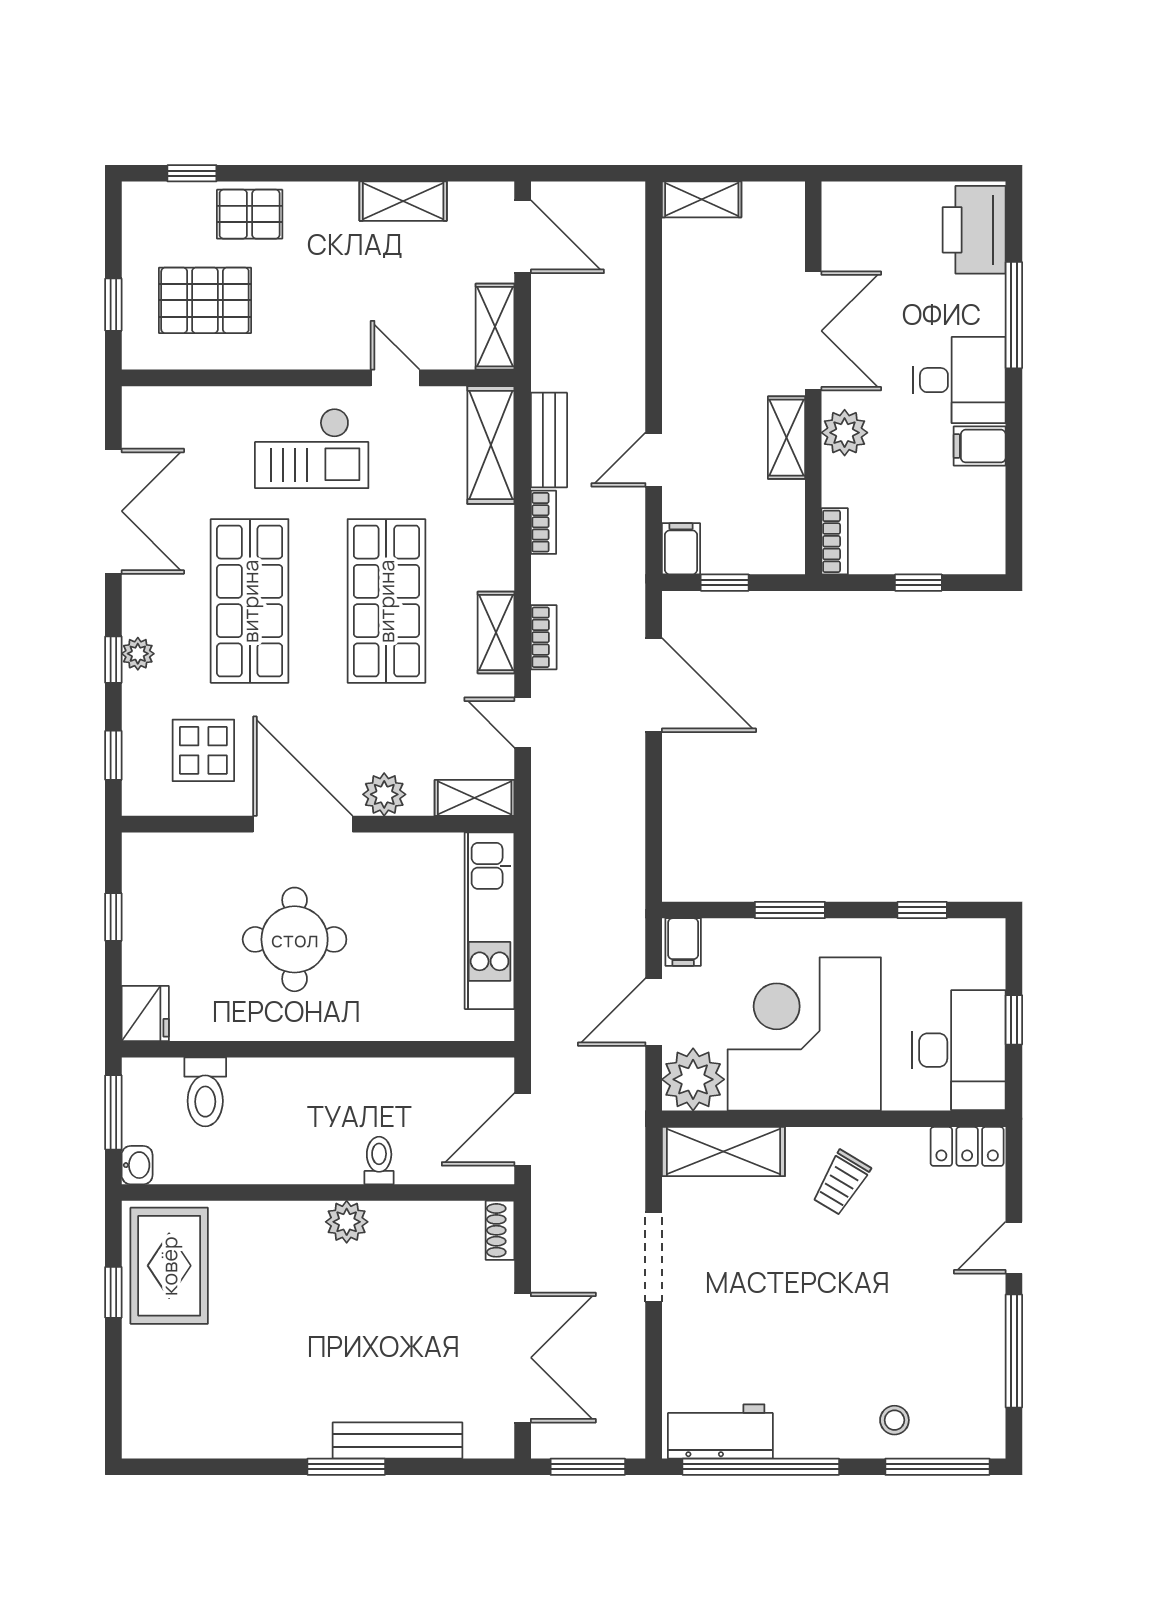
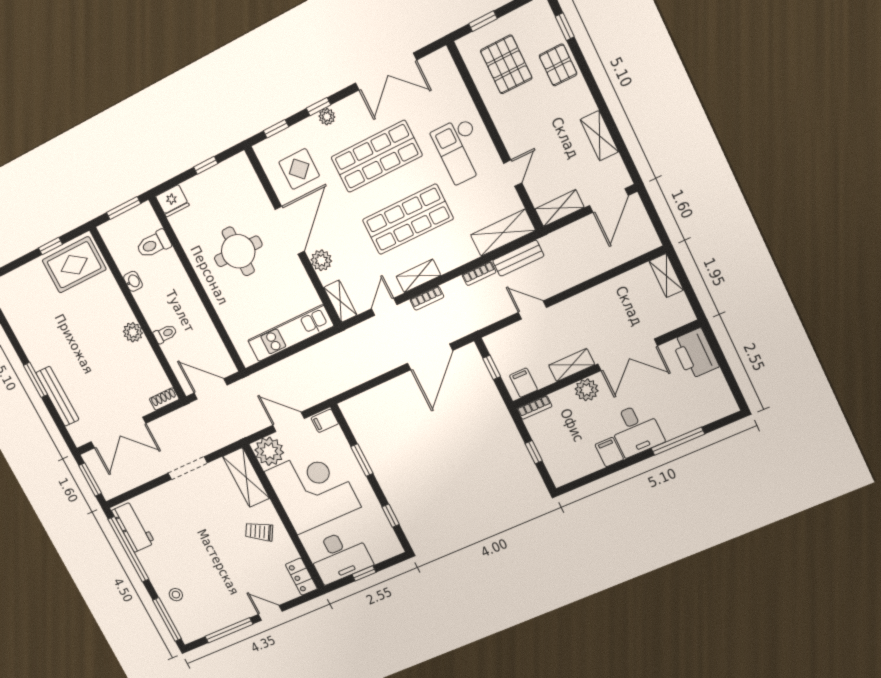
printer: (974, 230) -> (695, 354), moved, turned -90
filing cabinet: (681, 549) -> (523, 383), moved, turned -90
washbasin: (137, 1165) -> (133, 281), moved, turned -90

